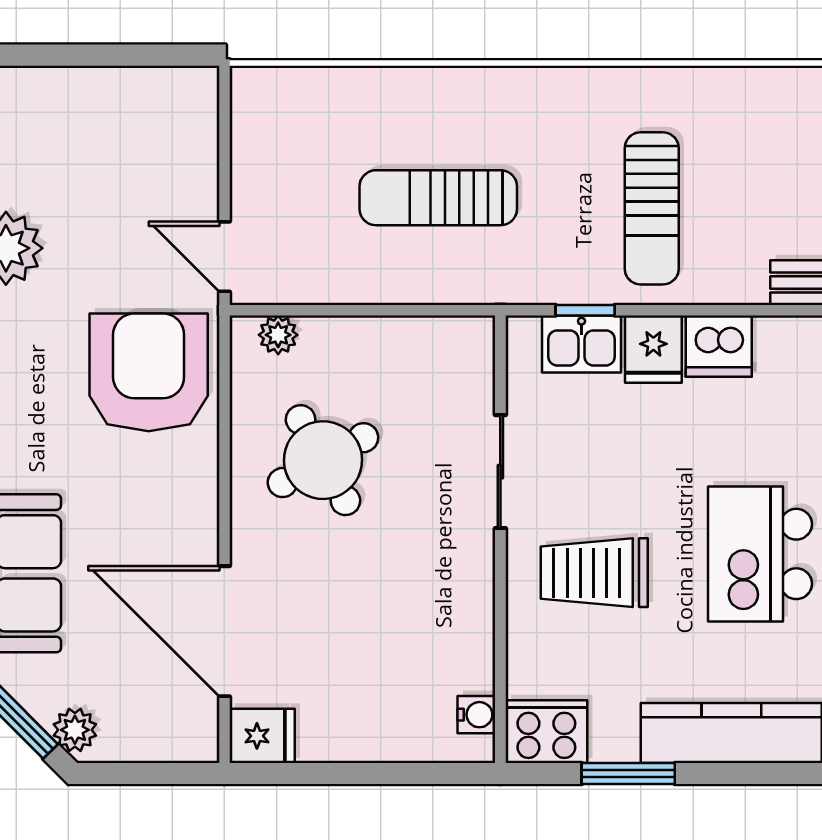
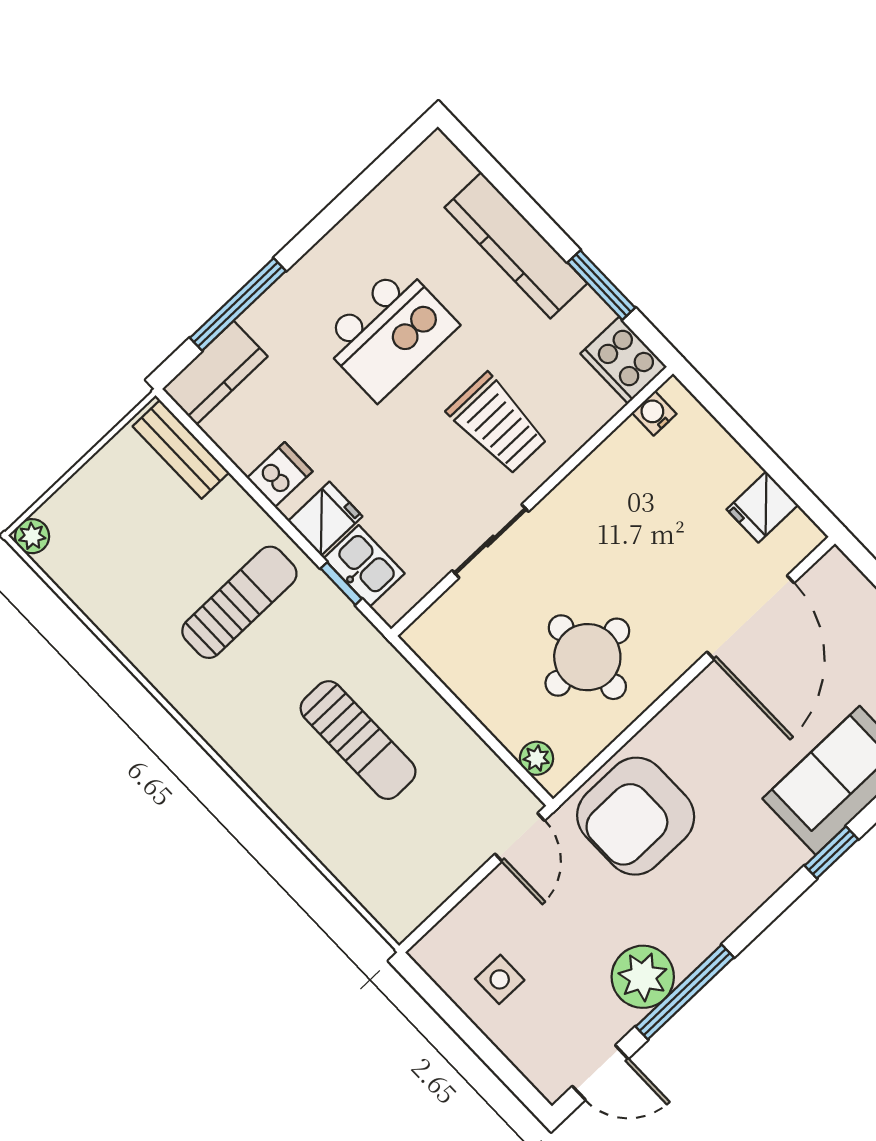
side table: (120, 124) -> (500, 979), added
dishwasher: (719, 346) -> (280, 475), width x0.73
round table: (323, 460) -> (587, 657), turned 31
fridge: (262, 736) -> (762, 507), moved, turned -90

